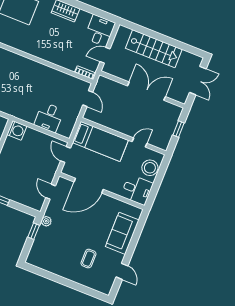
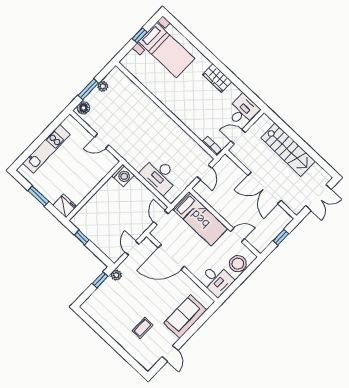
double door: (147, 91) -> (264, 188), swing flipped
desk: (49, 117) -> (160, 175), width x1.37

